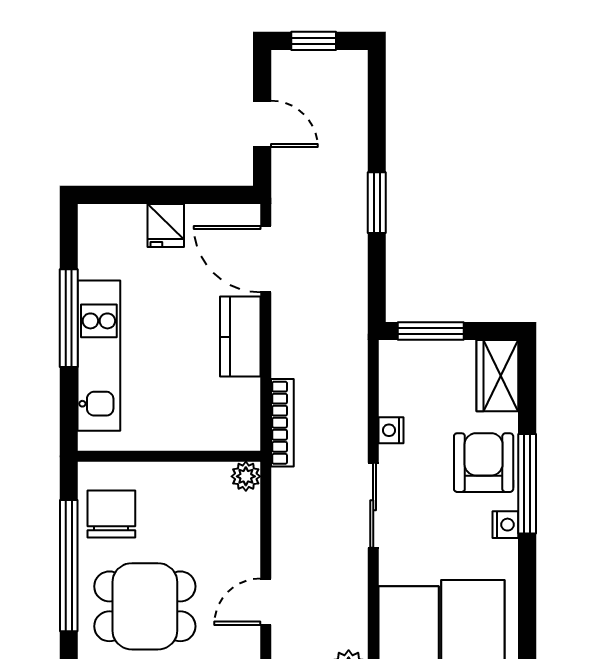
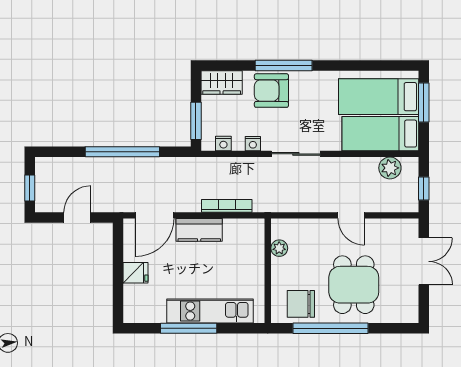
window: (377, 203) -> (122, 152), width x2.11
bookcase: (282, 423) -> (227, 206), moved
plant: (246, 476) -> (279, 248), moved
nightstand: (505, 525) -> (223, 143), moved, turned 180

